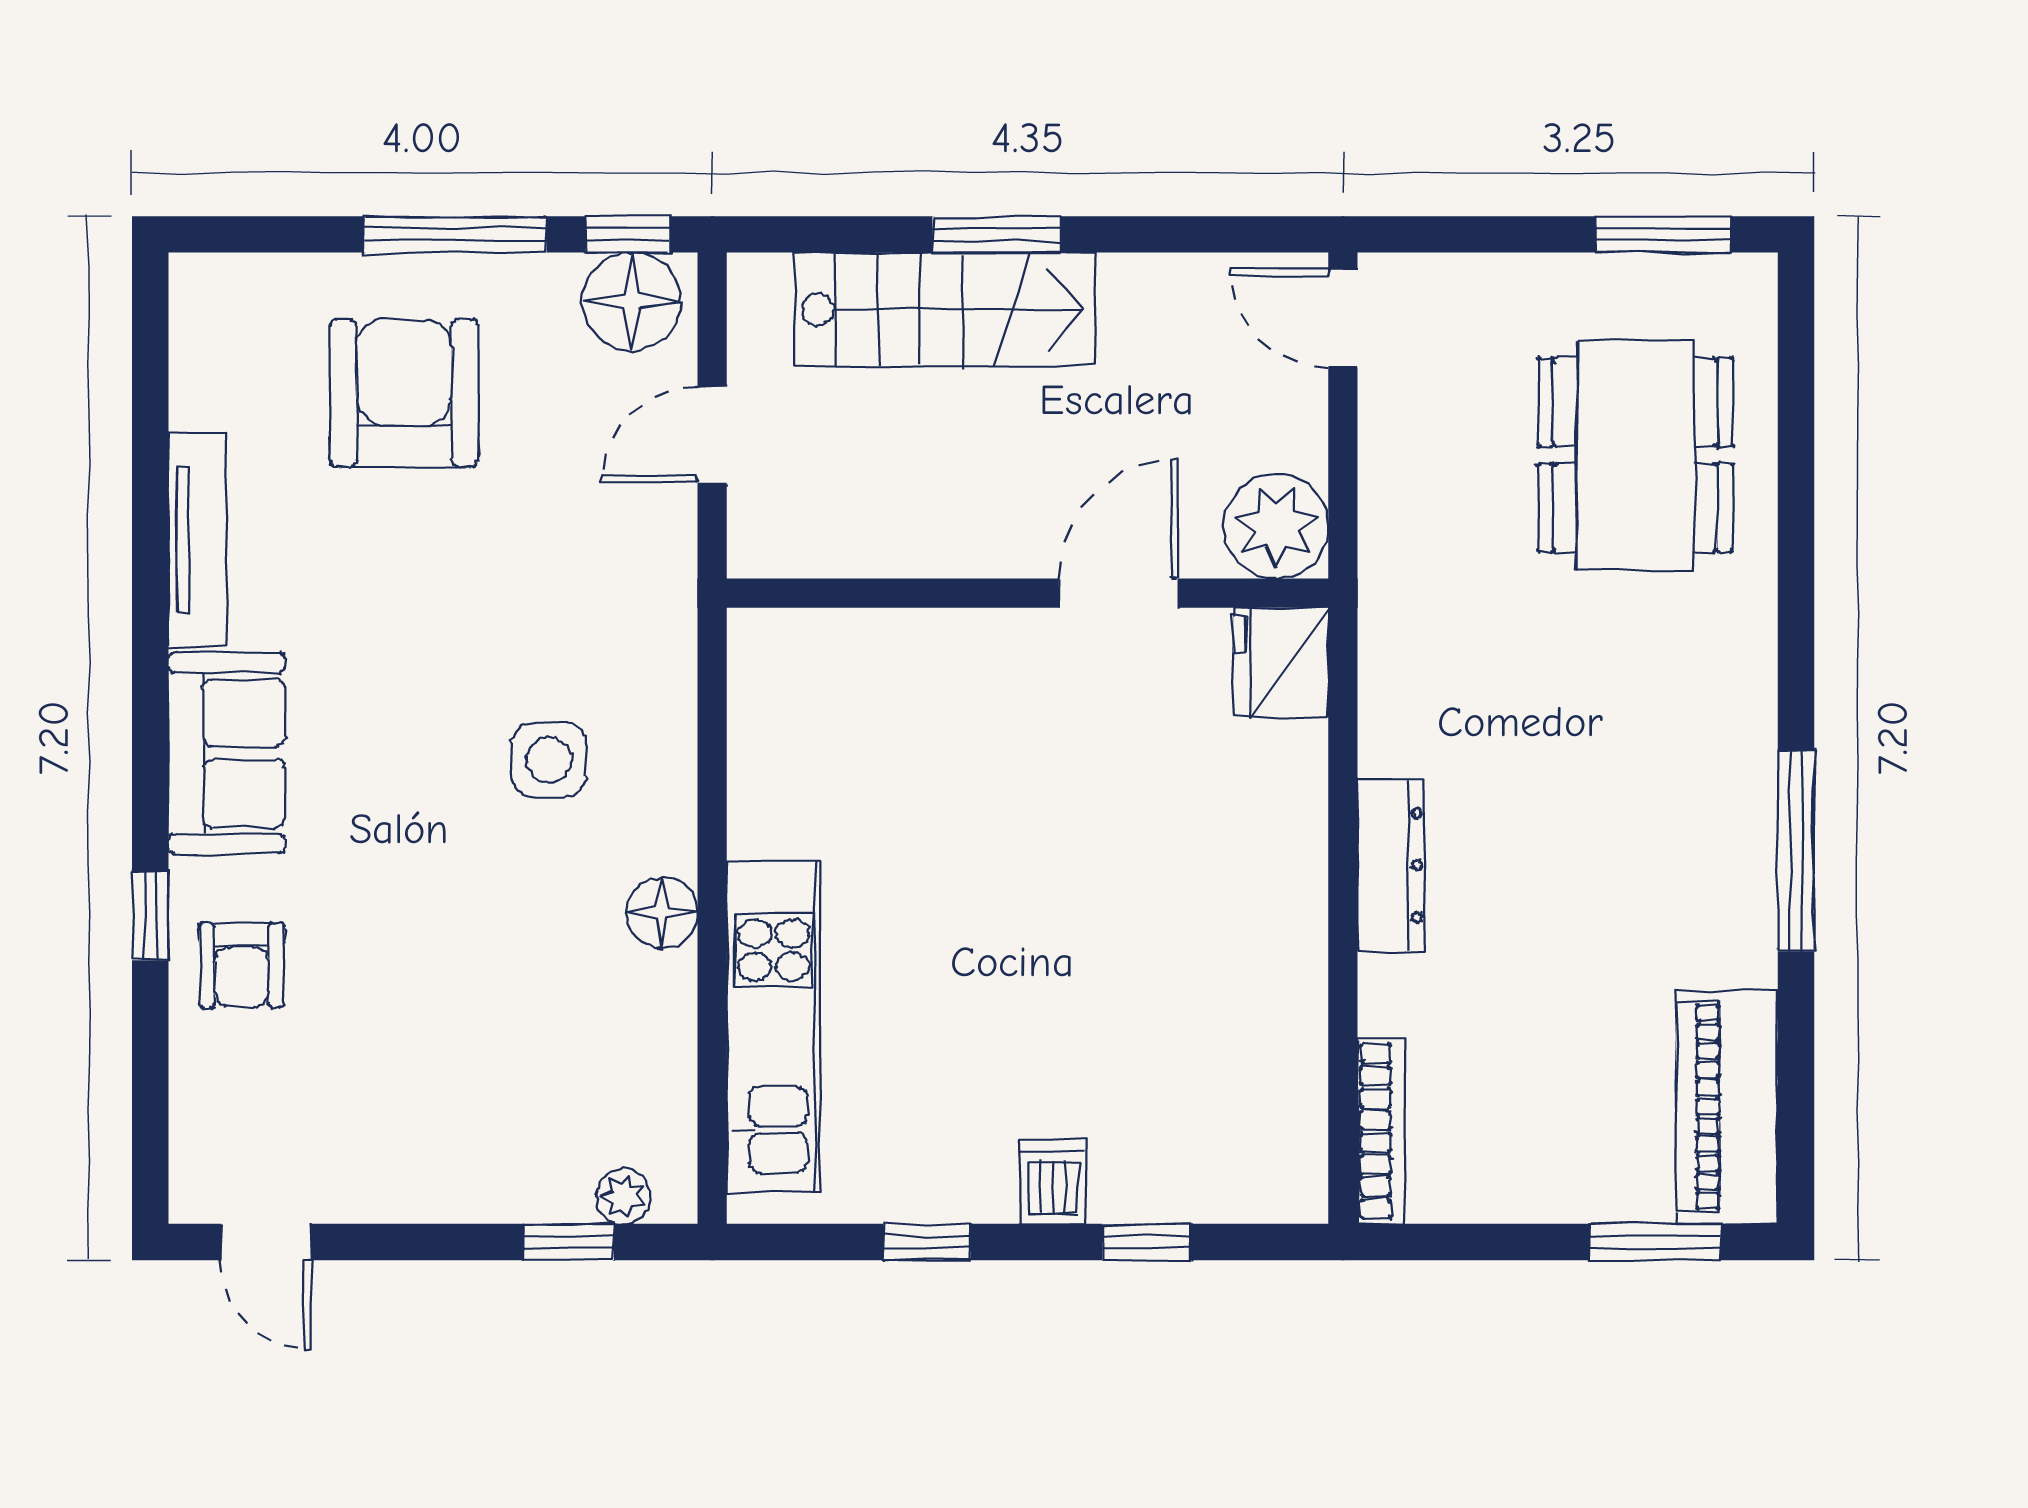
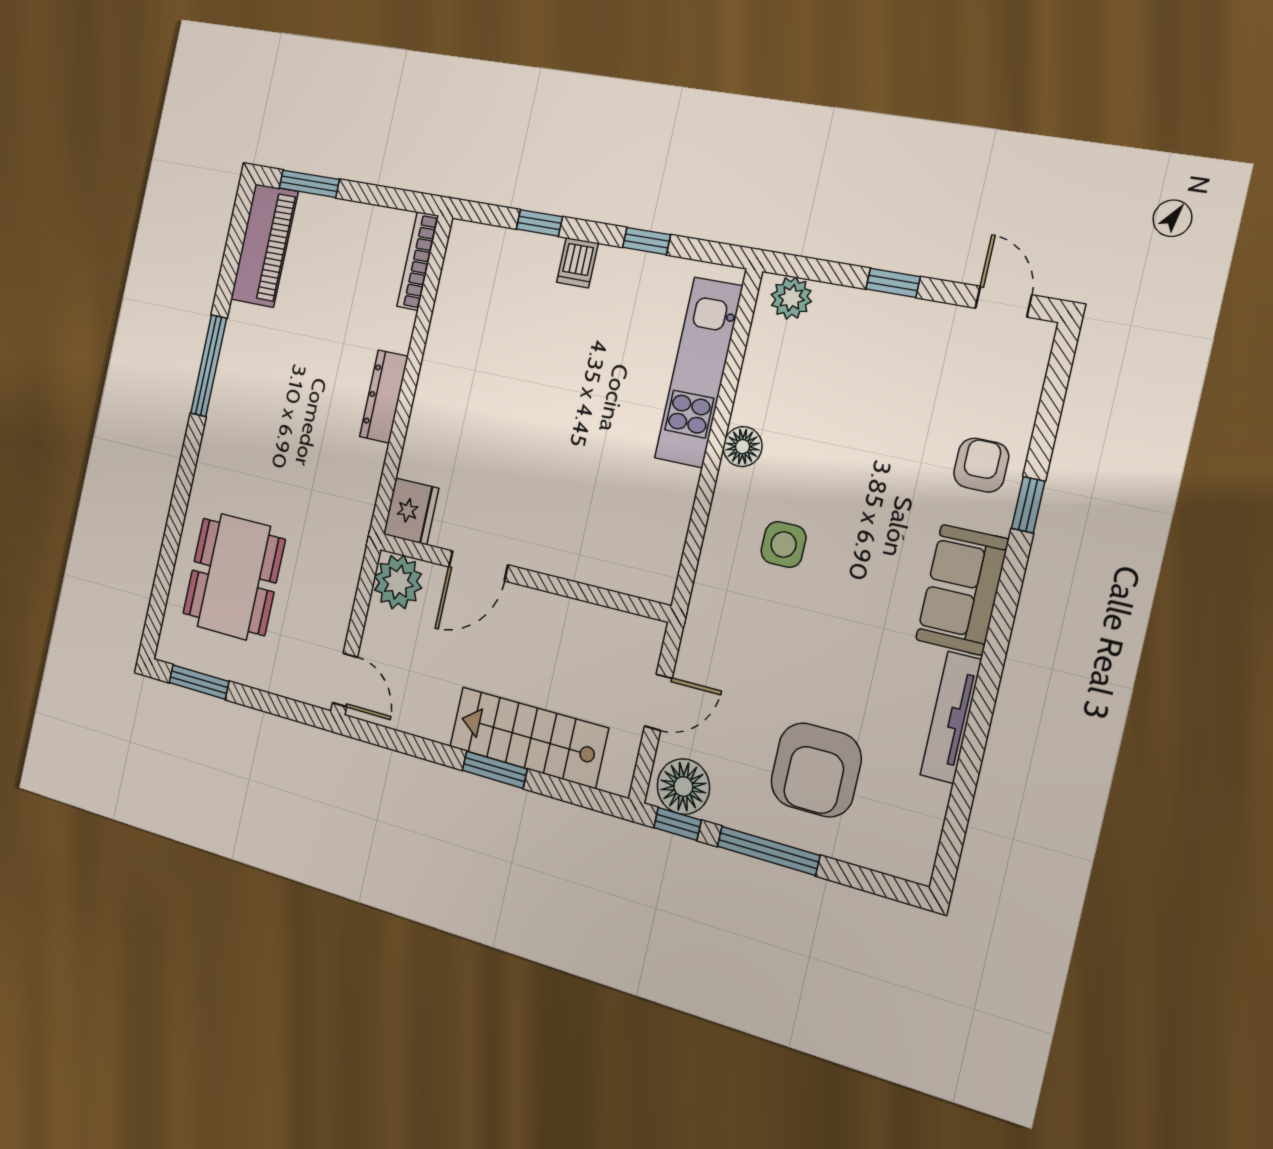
plant: (623, 1196) -> (791, 298), width x1.38, depth x1.38
window: (569, 1242) -> (893, 283), moved

